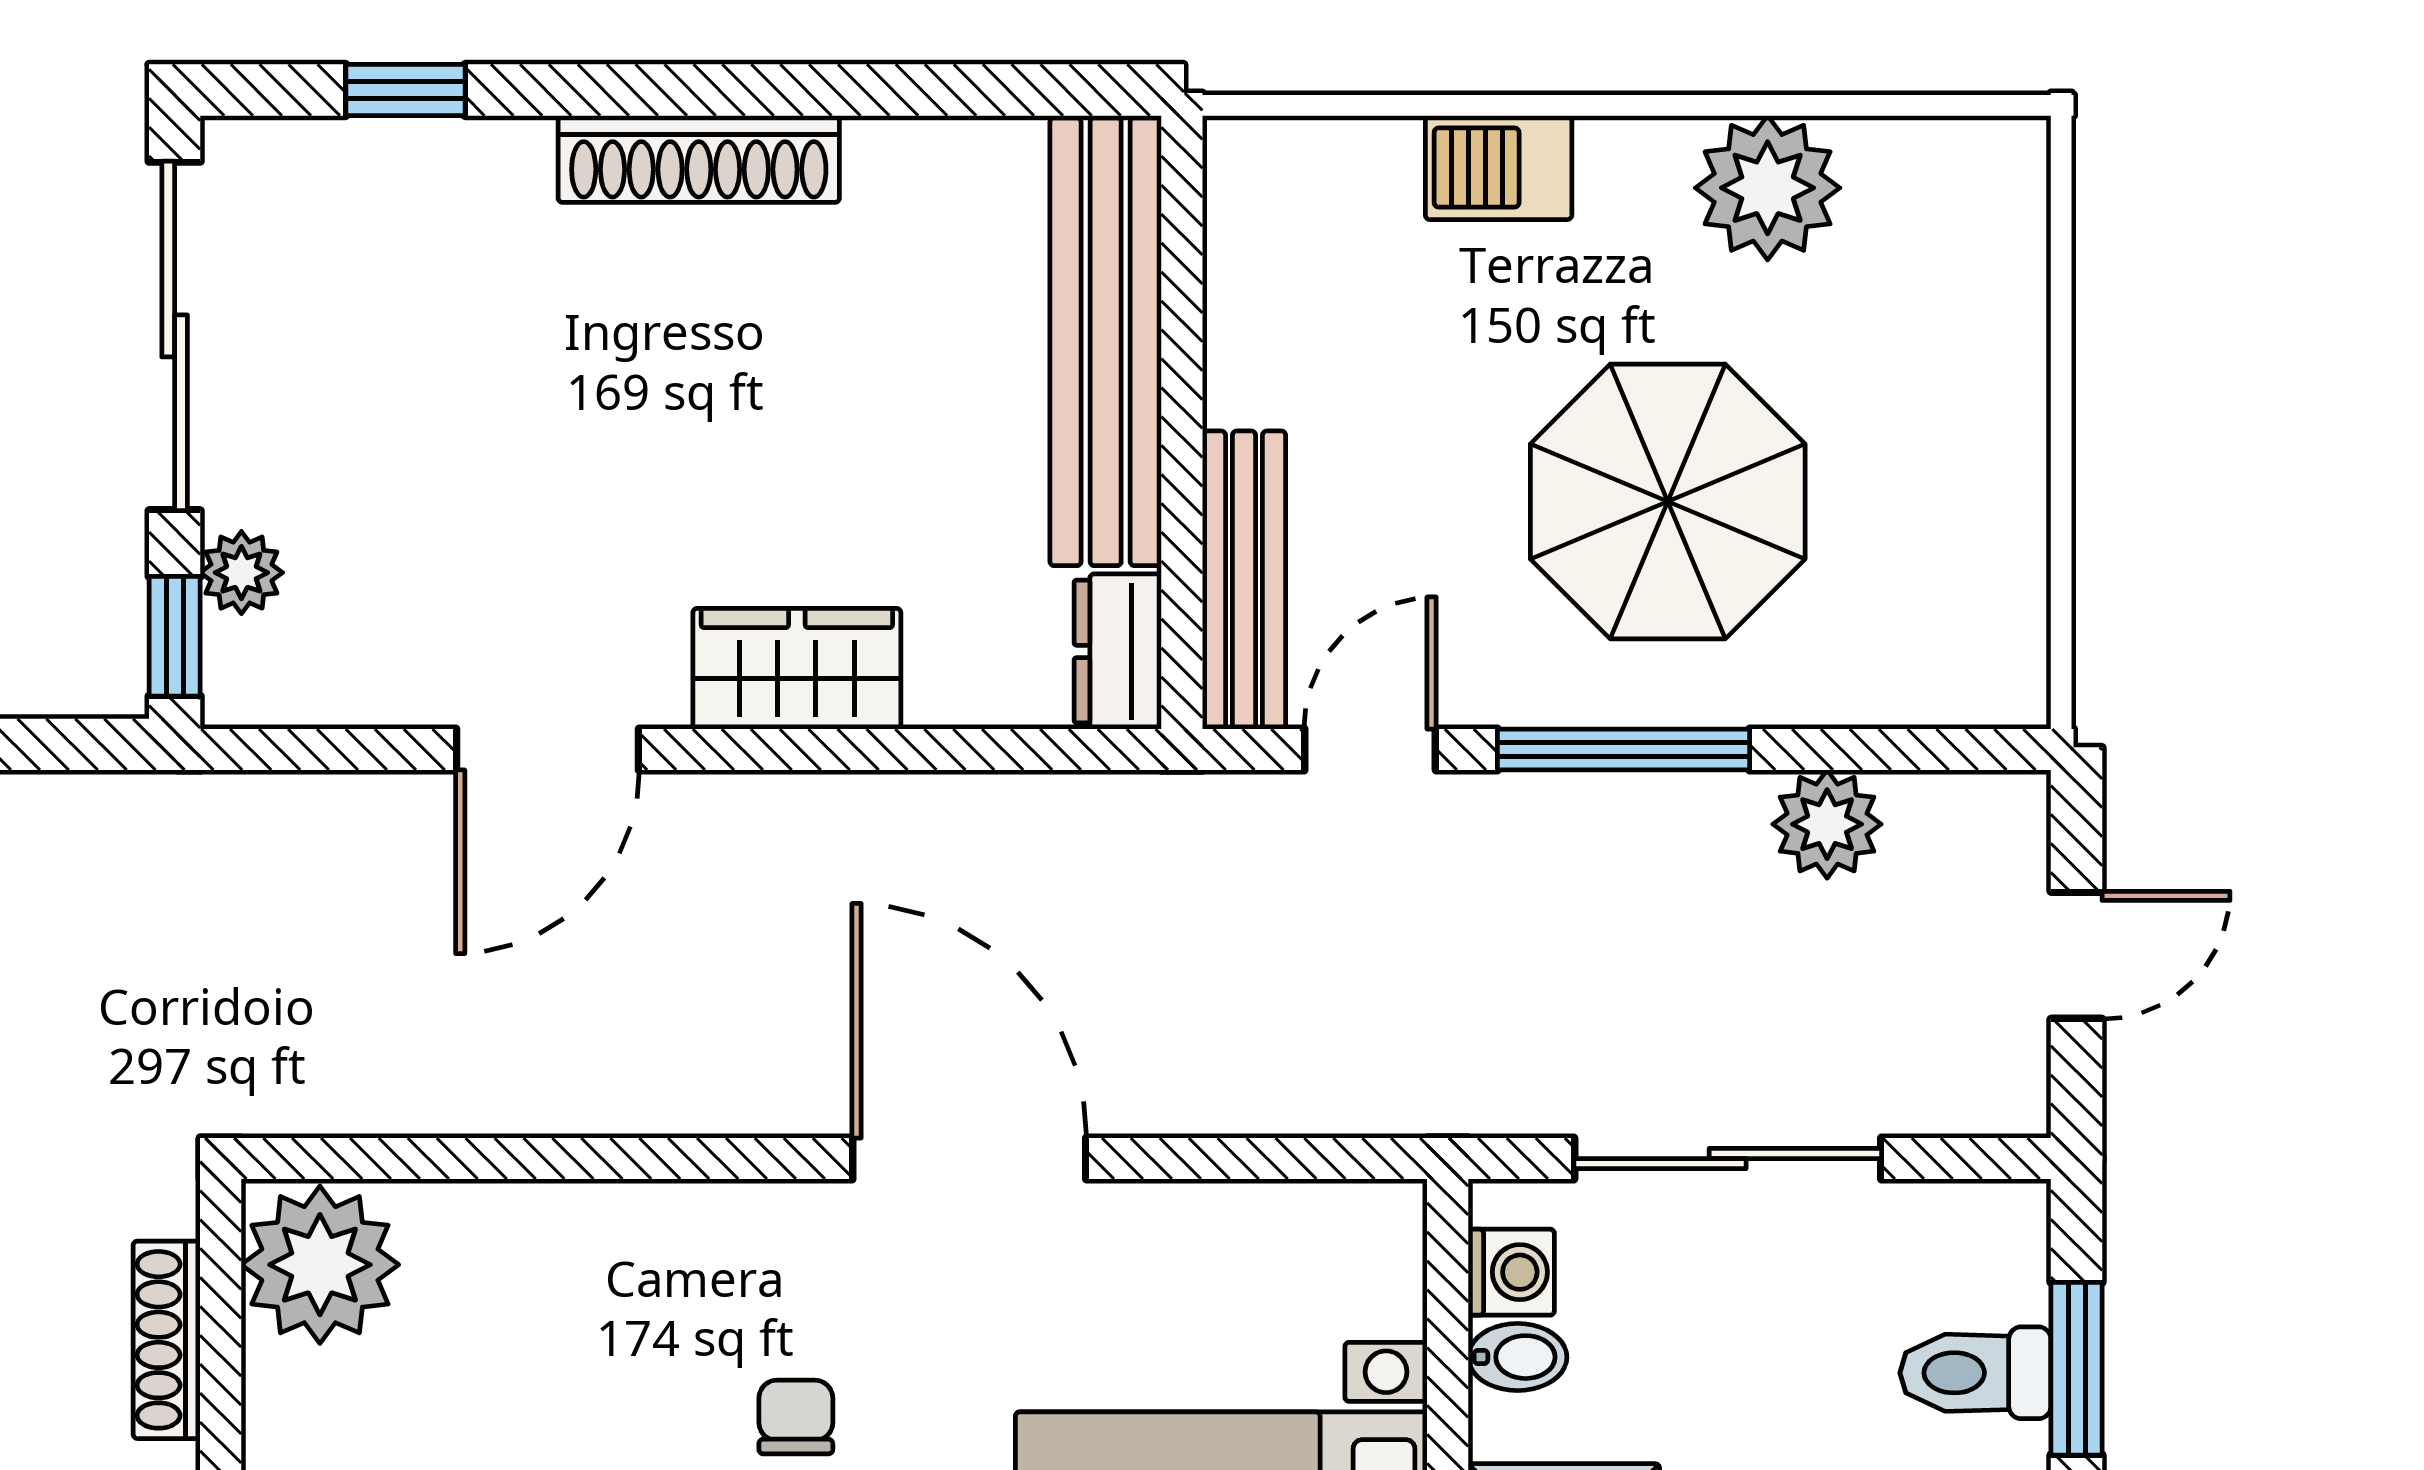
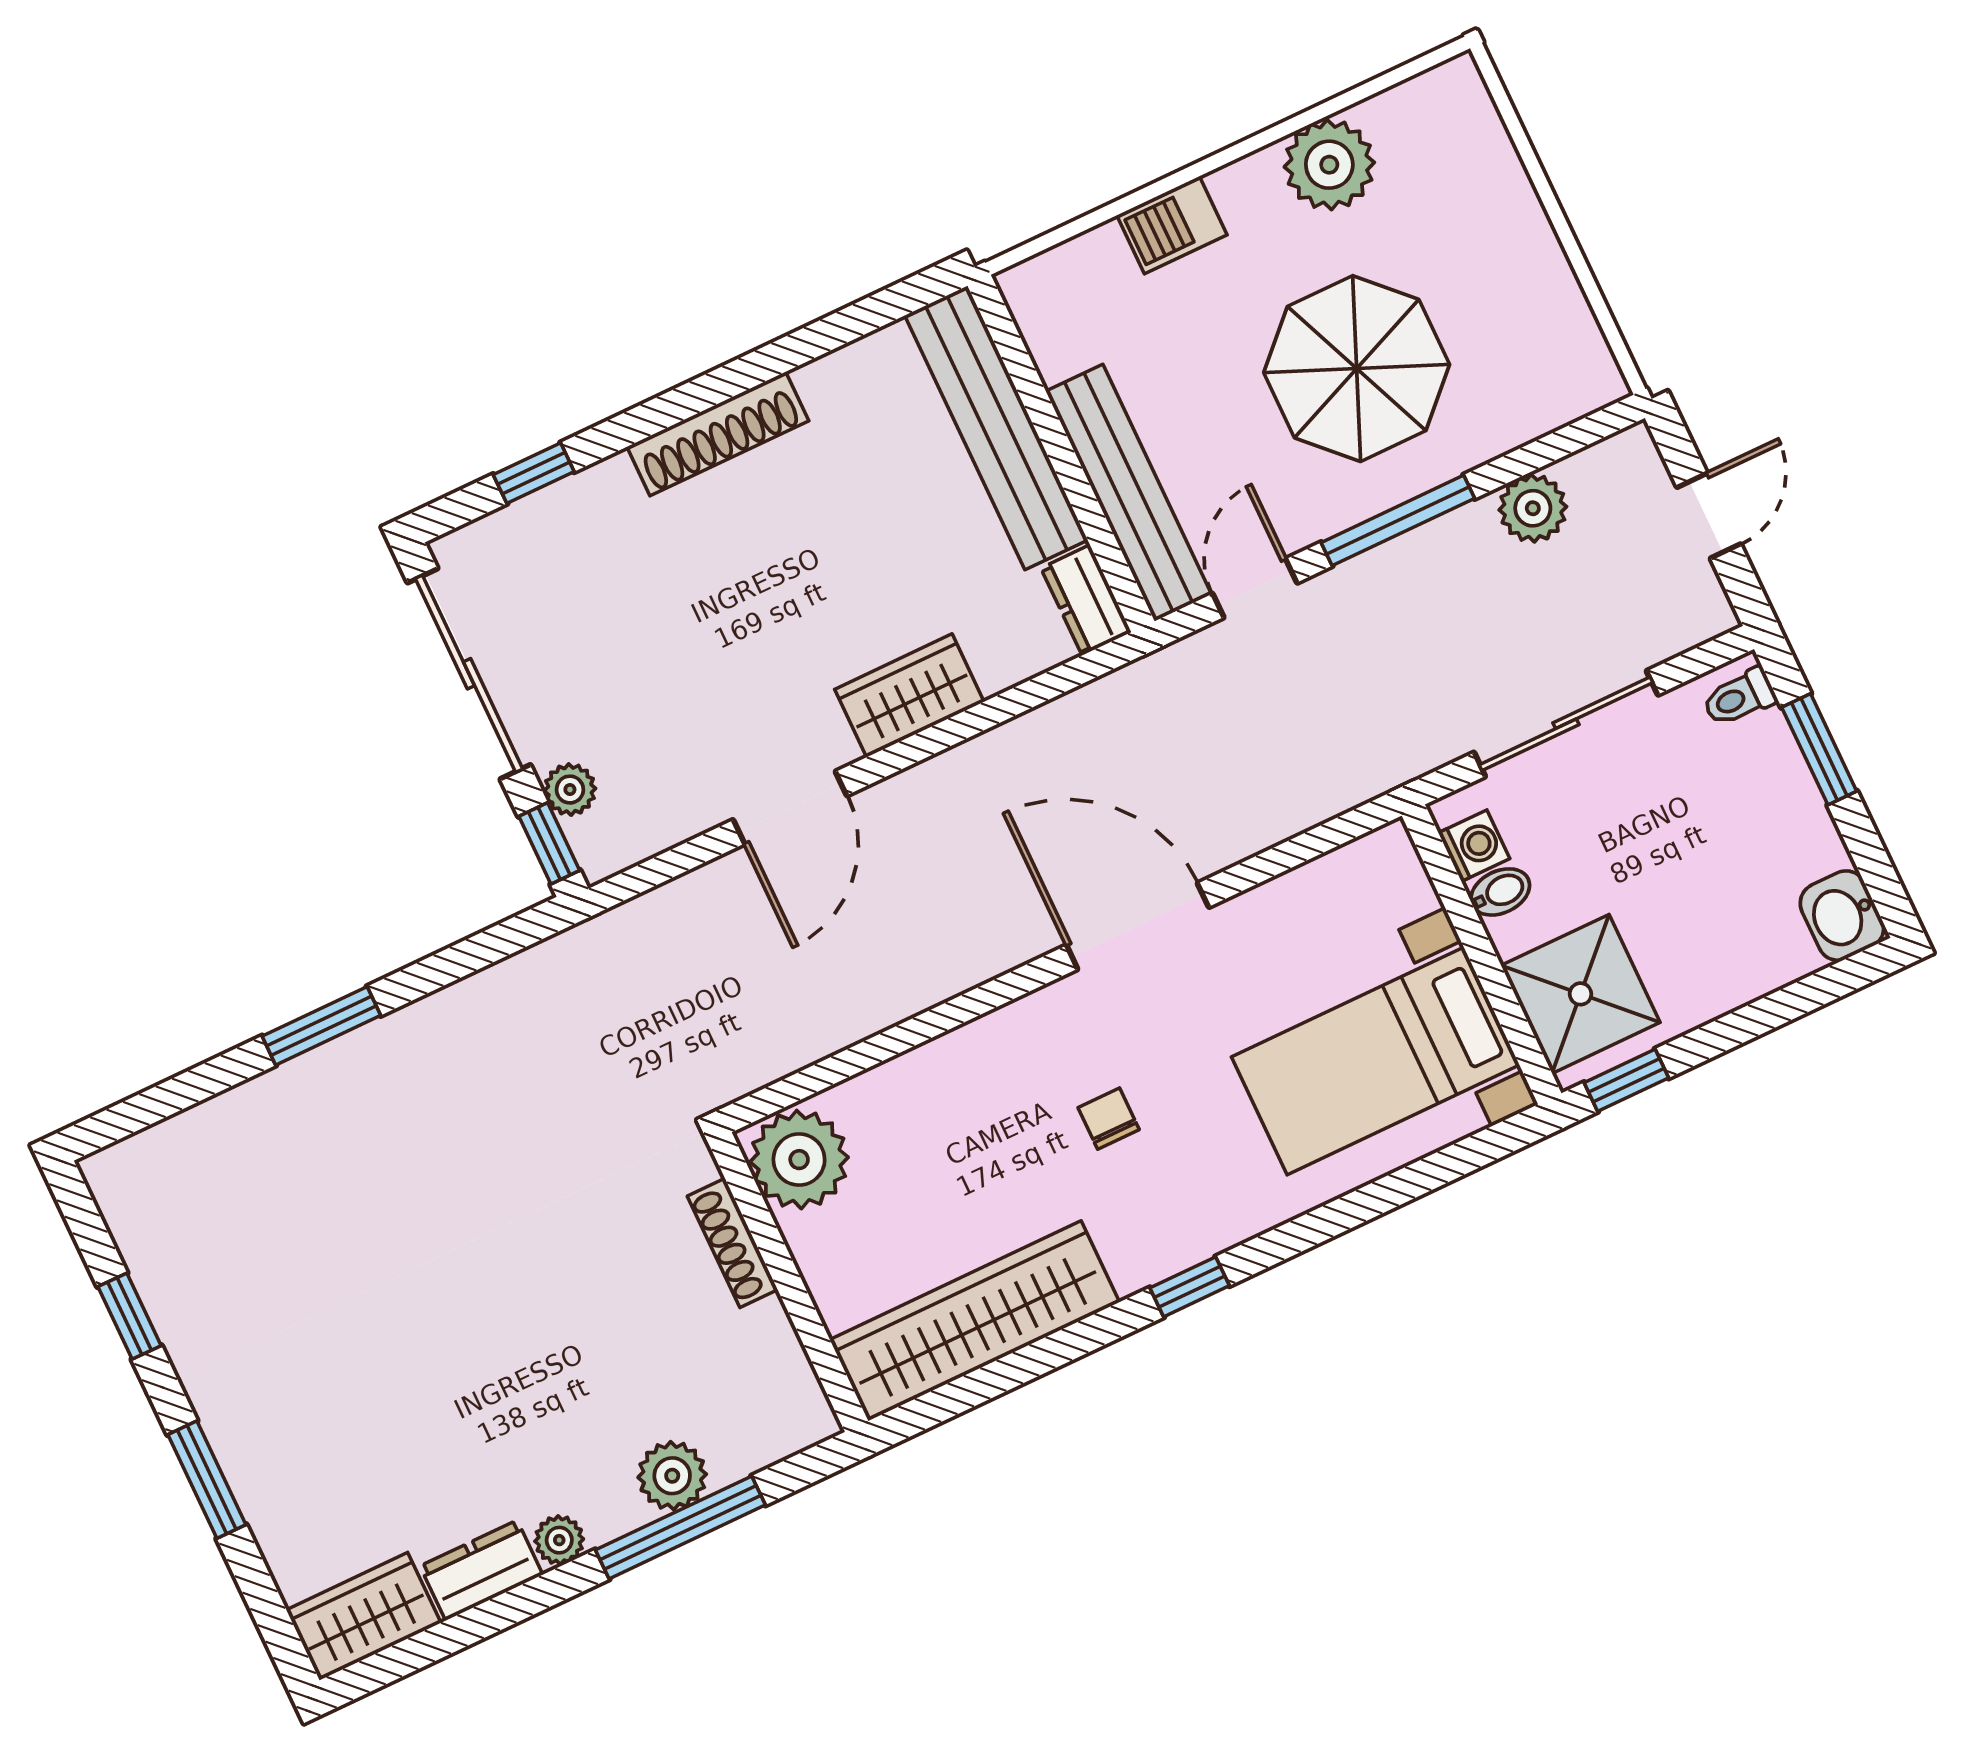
bench: (1244, 580) -> (1129, 493), width x1.37, depth x1.21
toilet: (1975, 1373) -> (1739, 697), moved, width x0.73, depth x0.72

